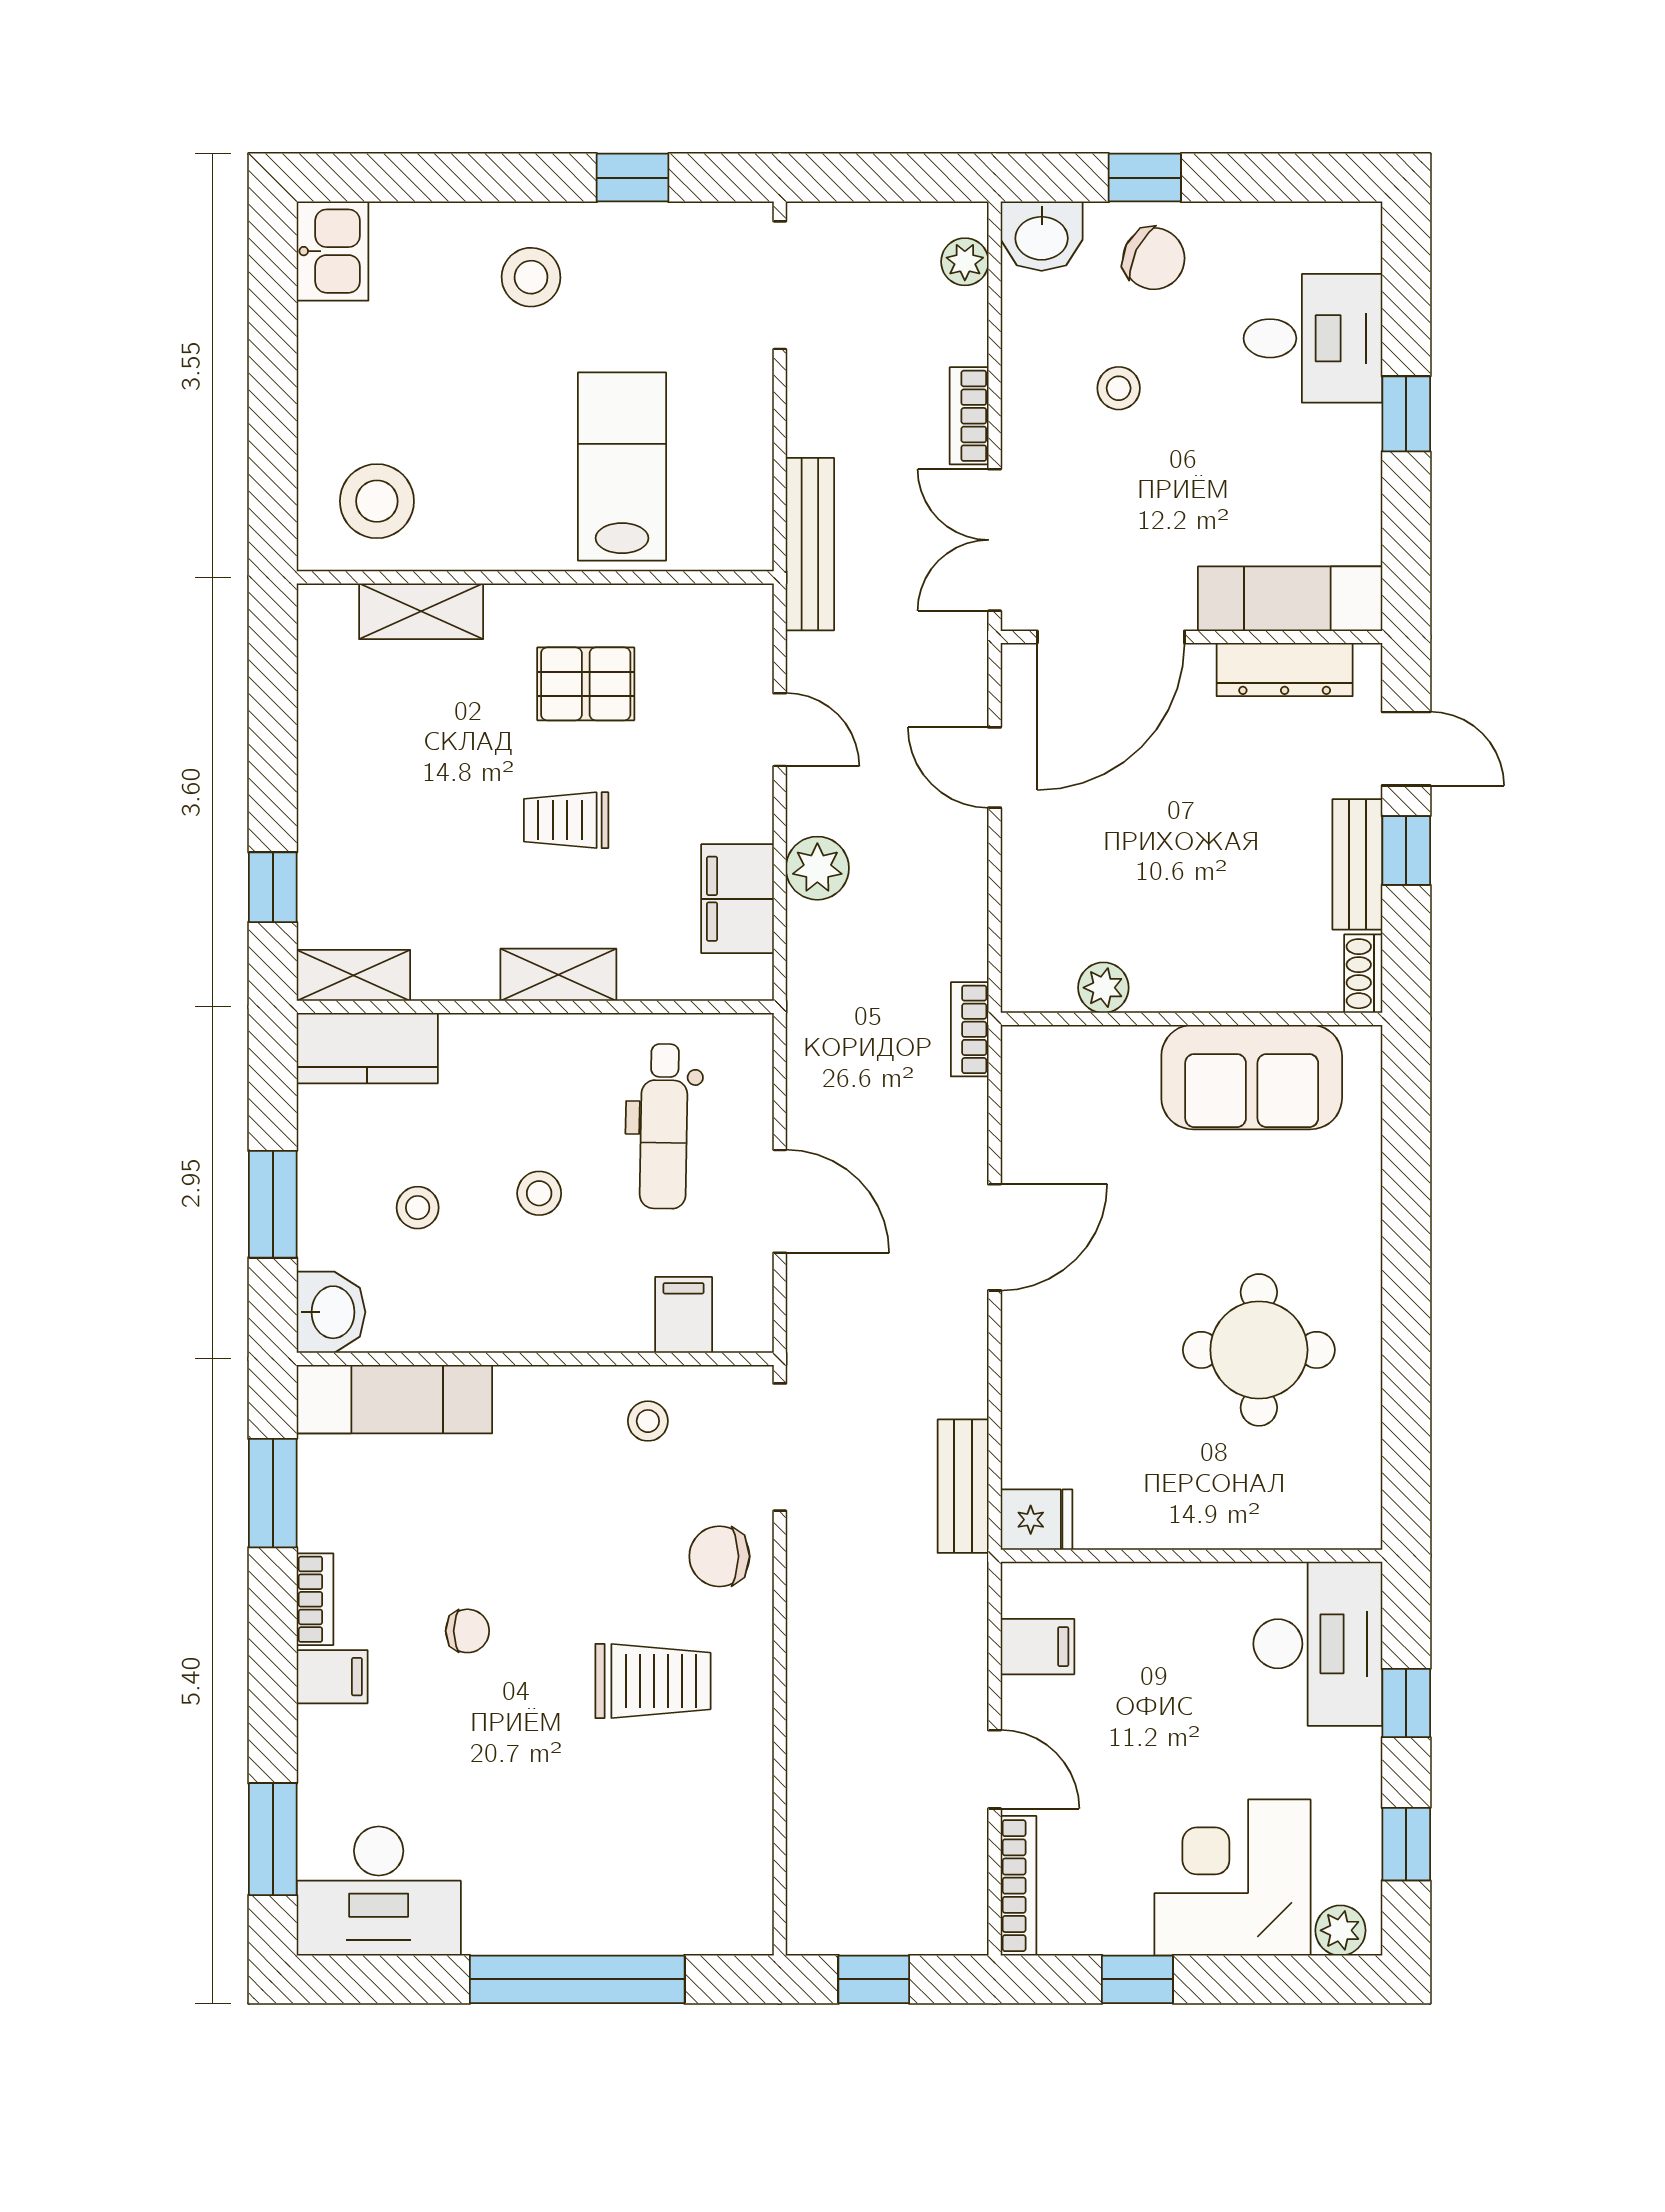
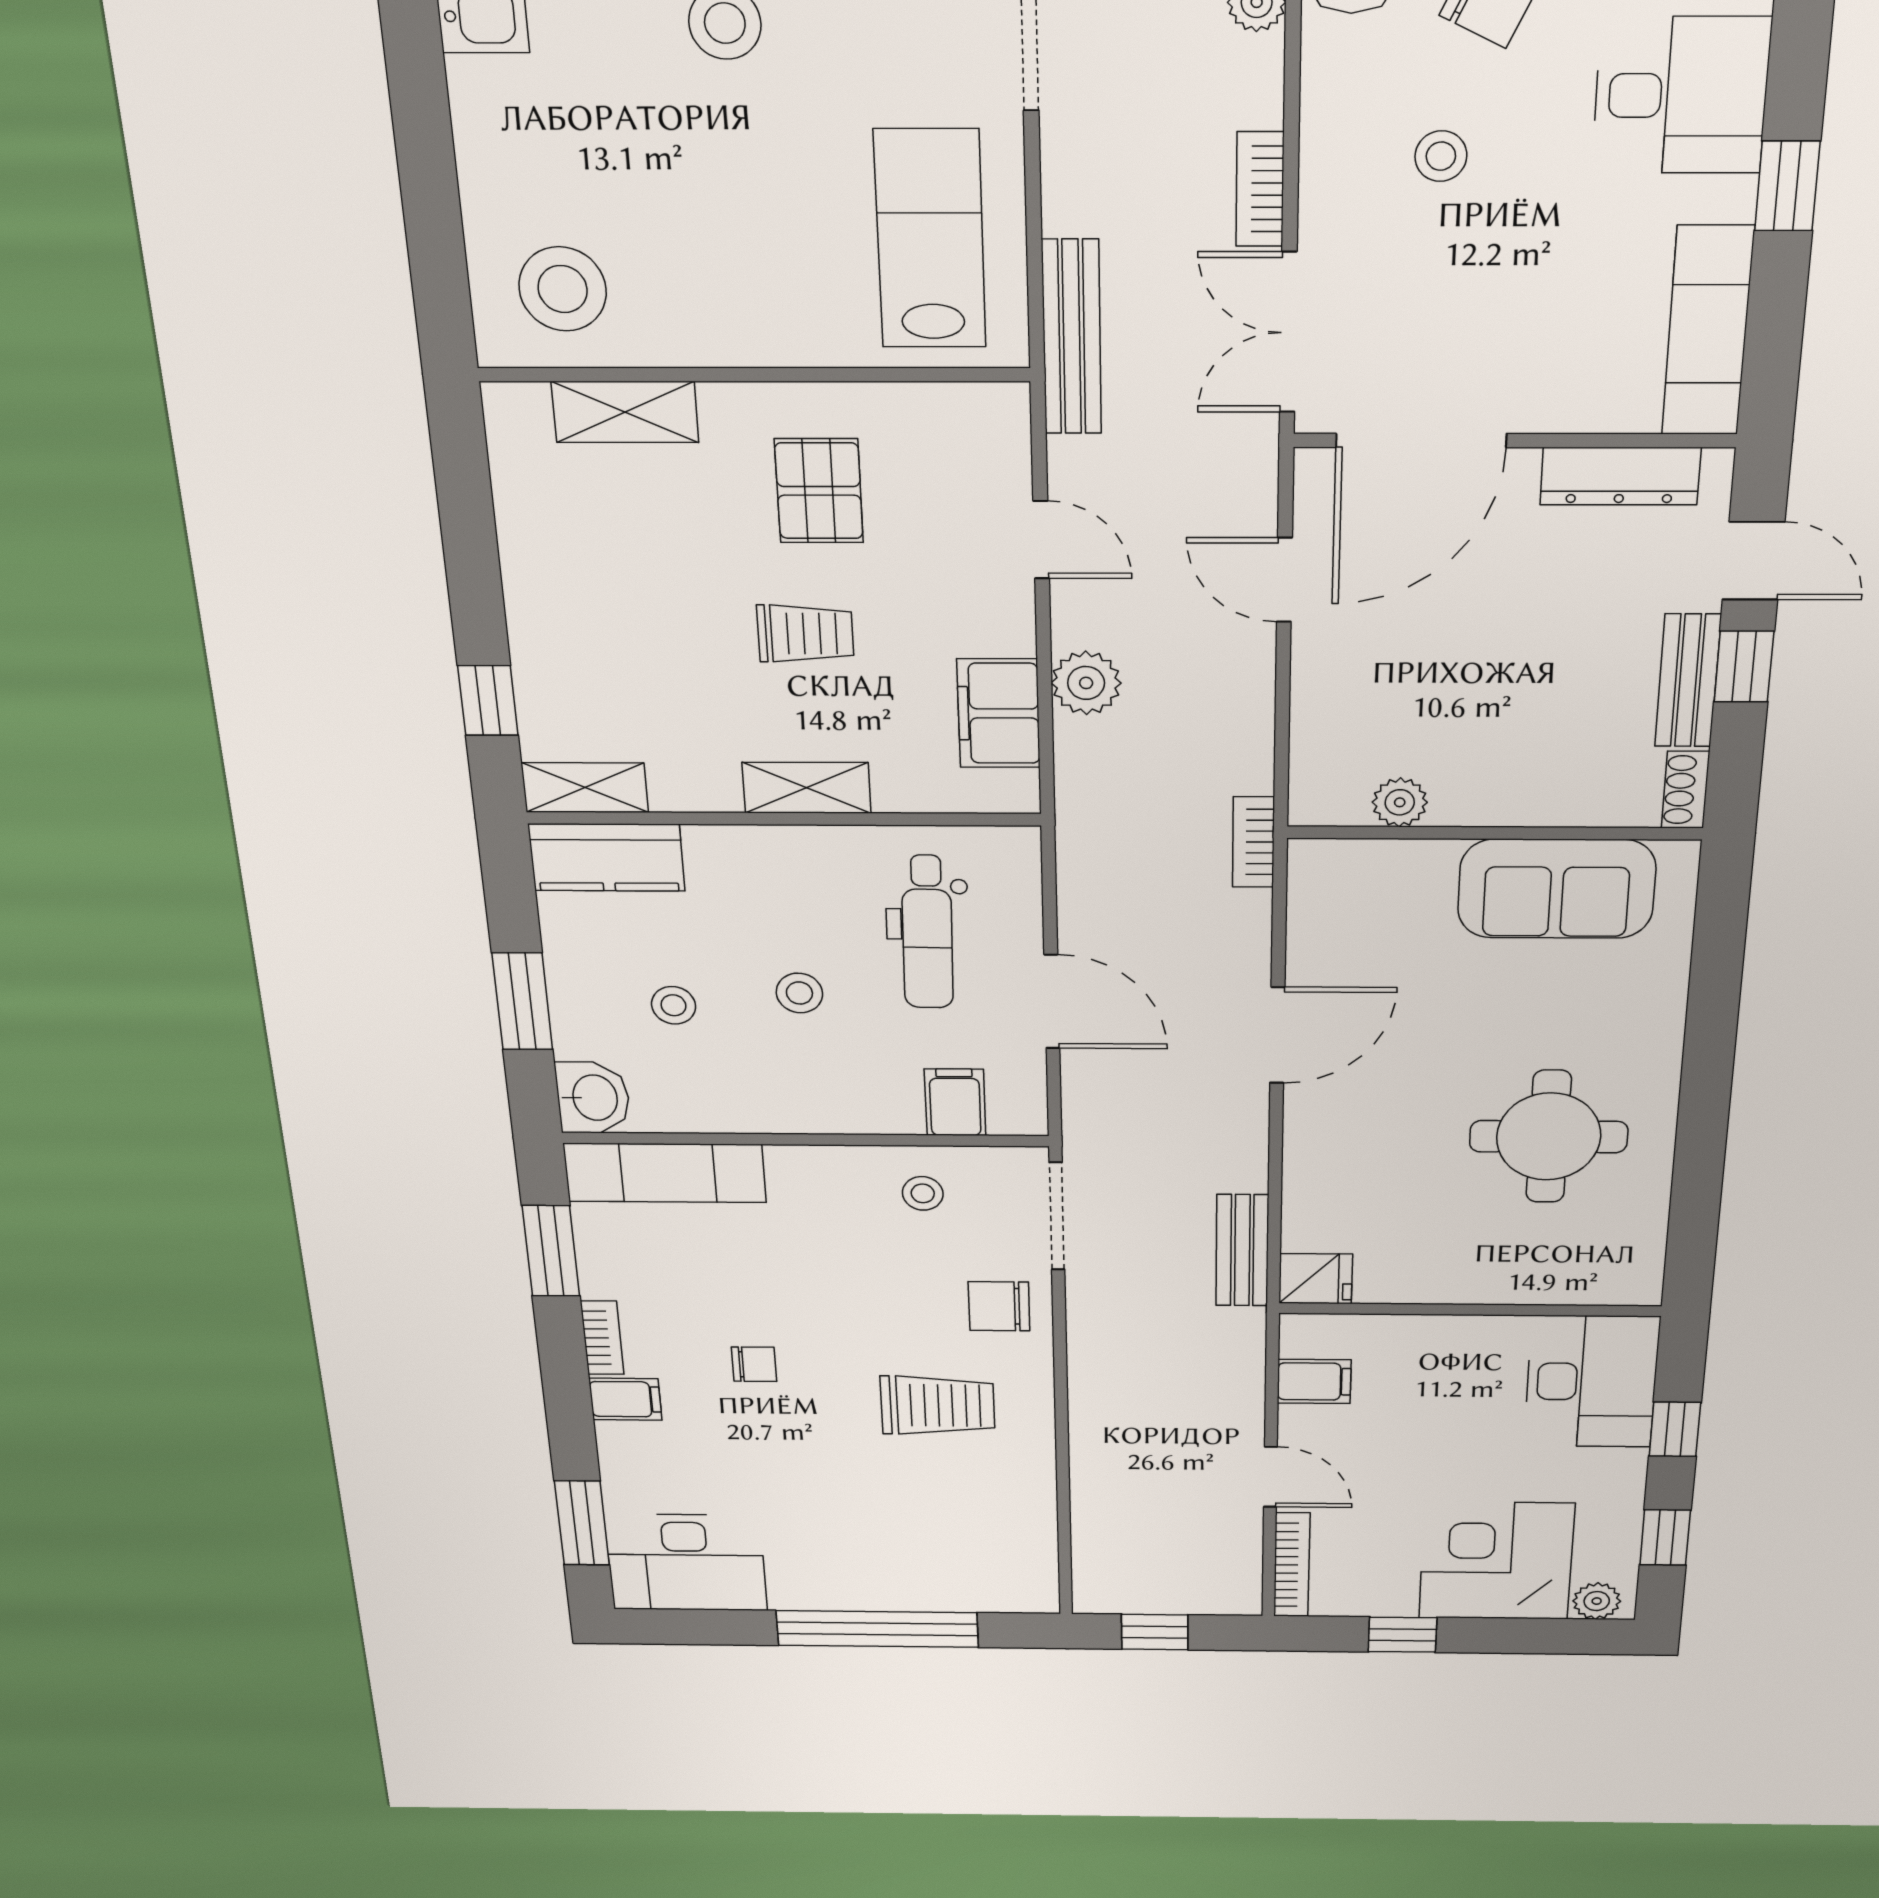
lab bench: (622, 467) -> (930, 239), moved
exam couch: (1290, 599) -> (1708, 331), moved, turned -90
pallet: (586, 684) -> (819, 491), turned 90
trolley: (566, 820) -> (805, 634), turned 180

